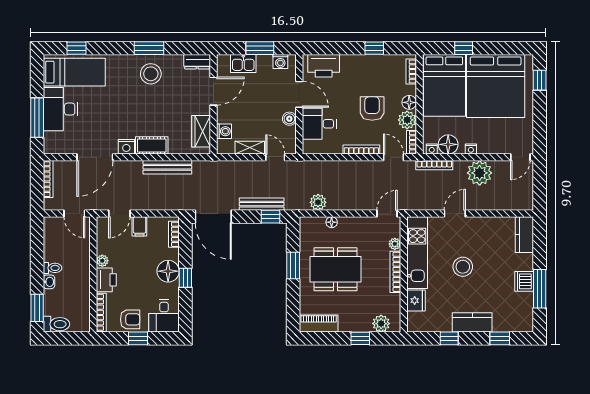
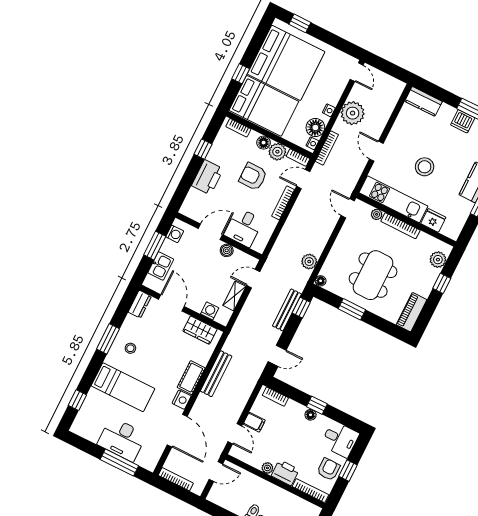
printer: (324, 66) -> (207, 177), moved
bed: (74, 72) -> (123, 387), moved, turned 90
stool: (151, 74) -> (130, 348), width x0.53, depth x0.53
door: (213, 217) -> (277, 356), width x0.53
floor lamp: (332, 222) -> (321, 281), moved
floor lamp: (168, 271) -> (311, 415), width x0.53, depth x0.53

